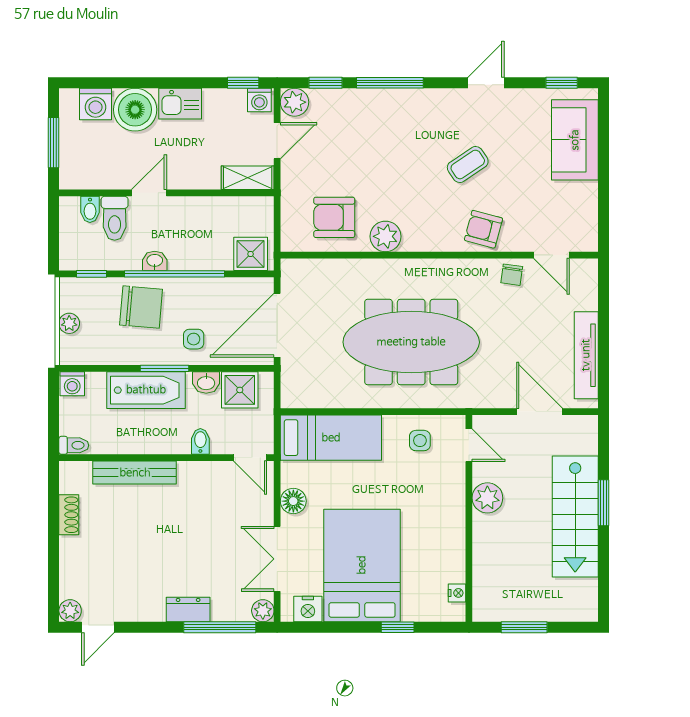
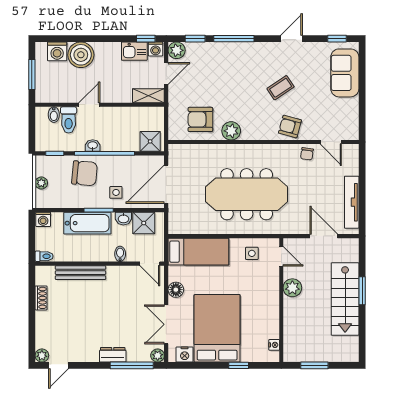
kitchen sink: (180, 104) -> (134, 51), moved

